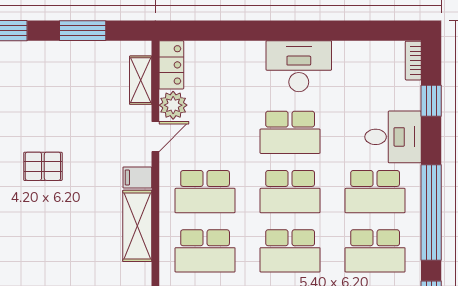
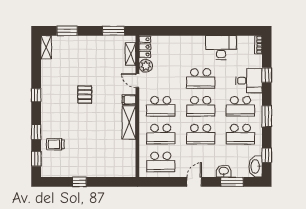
window: (83, 31) -> (113, 31), moved
desk: (299, 66) -> (221, 48), moved
window: (431, 101) -> (267, 75), moved
door: (155, 137) -> (137, 81), swing flipped
pallet: (43, 166) -> (85, 94), turned 90
window: (431, 213) -> (267, 116), width x0.47

